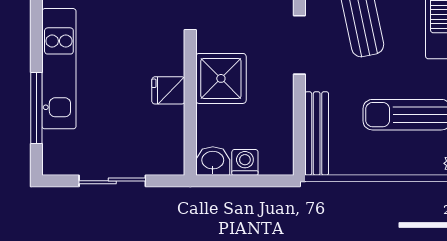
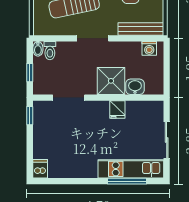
kitchen unit: (59, 69) -> (131, 169), moved
washbasin: (213, 161) -> (135, 87), moved, turned 90
washing machine: (245, 162) -> (149, 48), moved, turned -90

